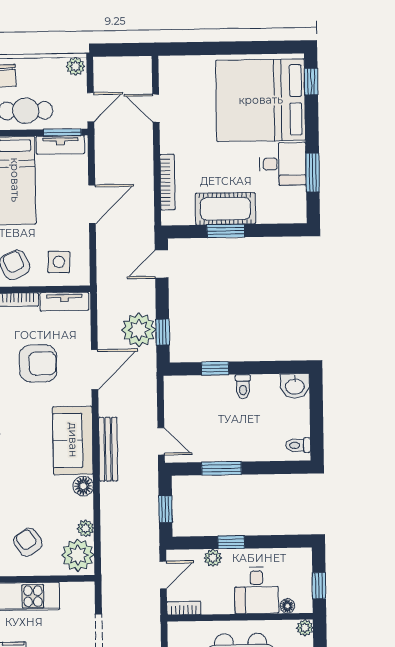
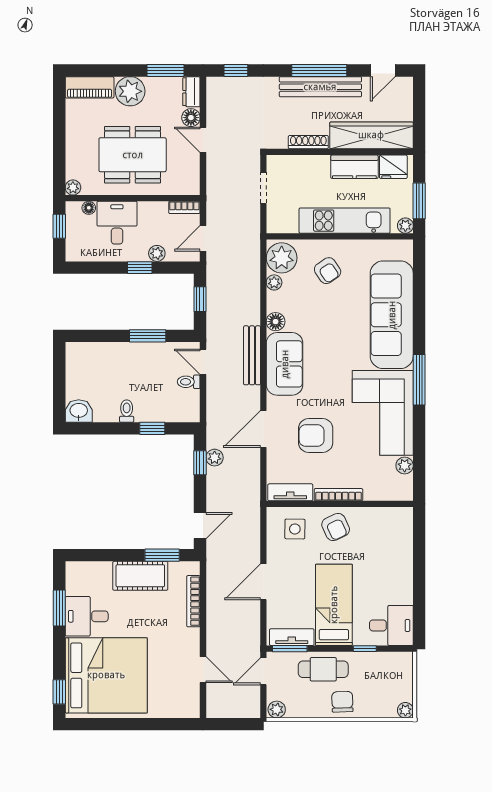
window: (226, 231) -> (162, 555), moved
plant: (139, 330) -> (215, 458), width x0.53, depth x0.53
toilet: (298, 445) -> (189, 382), moved, turned 180

